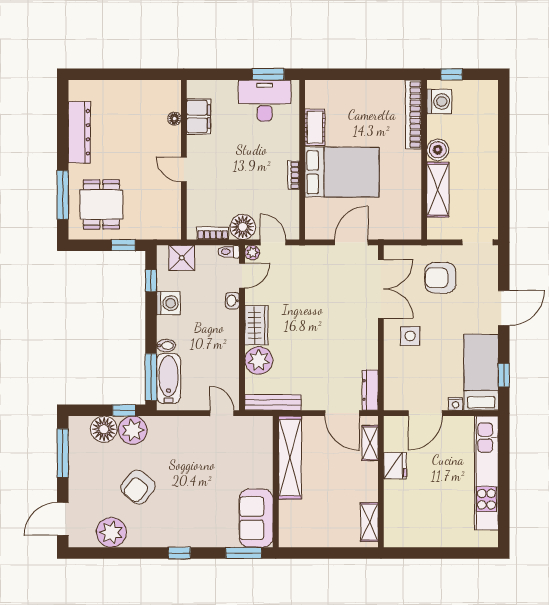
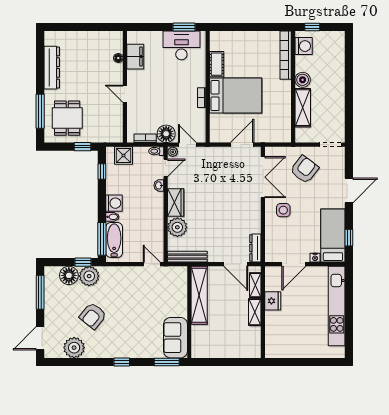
armchair: (440, 278) -> (304, 169), turned 127
washing machine: (168, 303) -> (114, 203), moved
shelving: (369, 522) -> (255, 312), moved

